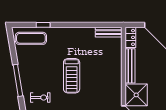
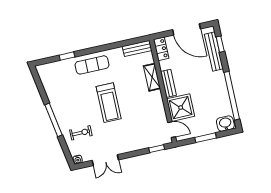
exercise mat: (31, 38) -> (92, 65), moved
shelving: (116, 61) -> (152, 77), added
bench: (130, 66) -> (168, 83), width x0.73

